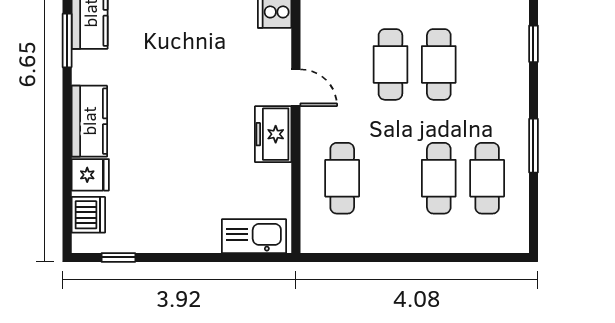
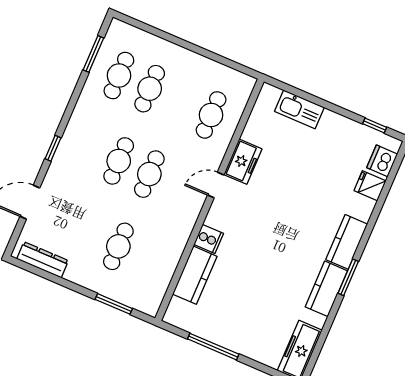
door: (296, 88) -> (216, 185), hinge flipped
kitchen counter: (89, 121) -> (347, 242), moved
window: (533, 146) -> (93, 54), moved
kitchen sink: (254, 236) -> (299, 109), moved

